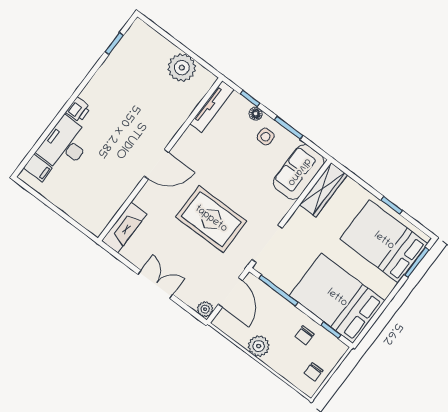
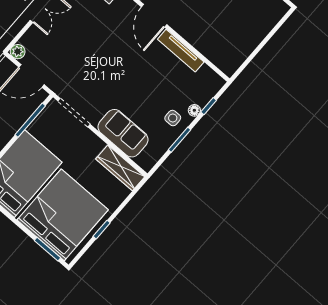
plant: (182, 68) -> (241, 45), removed
tv unit: (212, 107) -> (181, 51), moved
sofa: (299, 172) -> (123, 133), moved
rug: (211, 219) -> (100, 63), removed
bed: (384, 241) -> (63, 215), width x1.36

